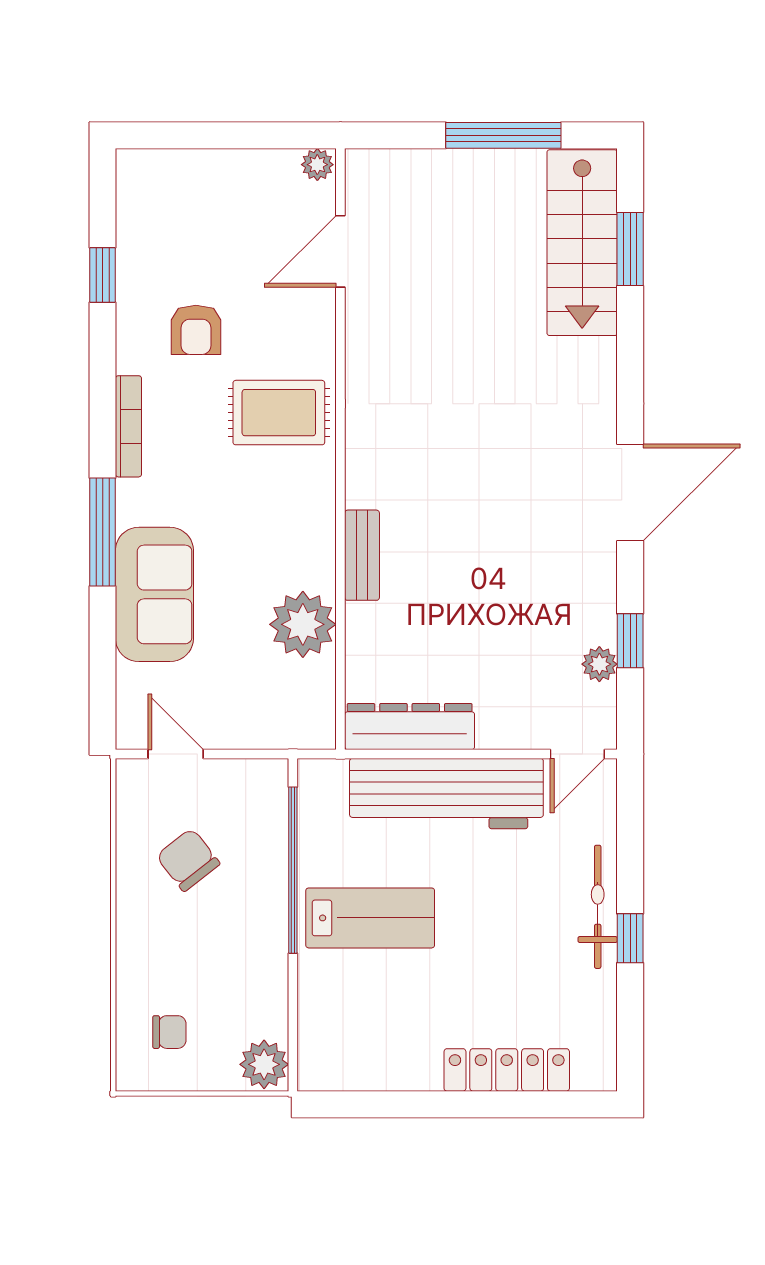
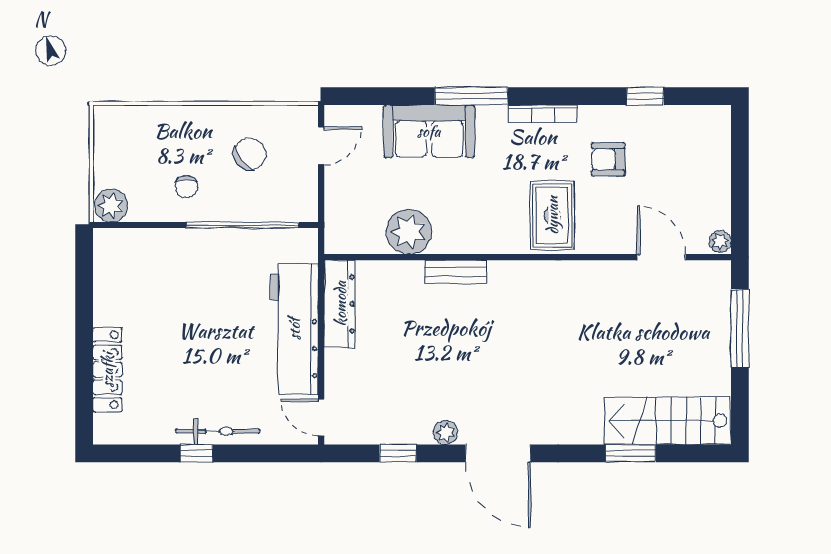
window: (503, 135) -> (740, 328), moved
window: (630, 249) -> (631, 453), moved
plant: (599, 664) -> (445, 432), moved
lab bench: (370, 918) -> (210, 277), removed
chair: (169, 1032) -> (186, 187), moved

